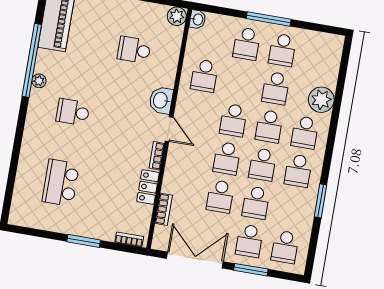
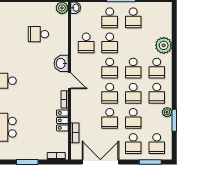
school desk: (276, 88) -> (110, 43), moved
window: (320, 201) -> (174, 120), moved
plant: (309, 202) -> (167, 112), added
window: (251, 270) -> (150, 162), moved

